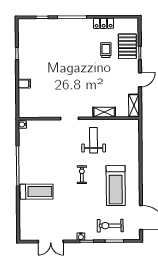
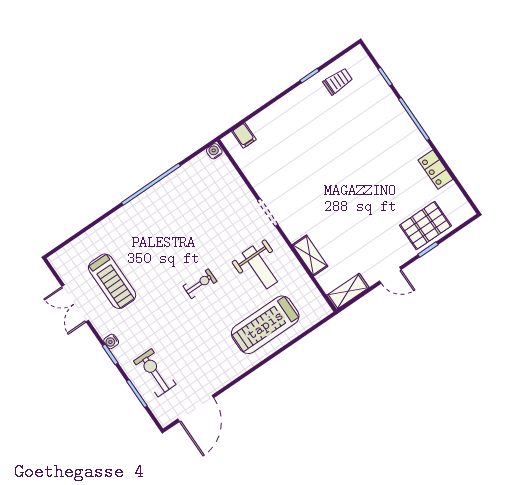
trolley: (106, 50) -> (338, 81), moved
filing cabinet: (24, 84) -> (244, 135), moved
weight bench: (94, 140) -> (260, 267), turned 90
treadmill: (116, 186) -> (265, 325), moved
treadmill: (37, 192) -> (112, 281), moved

